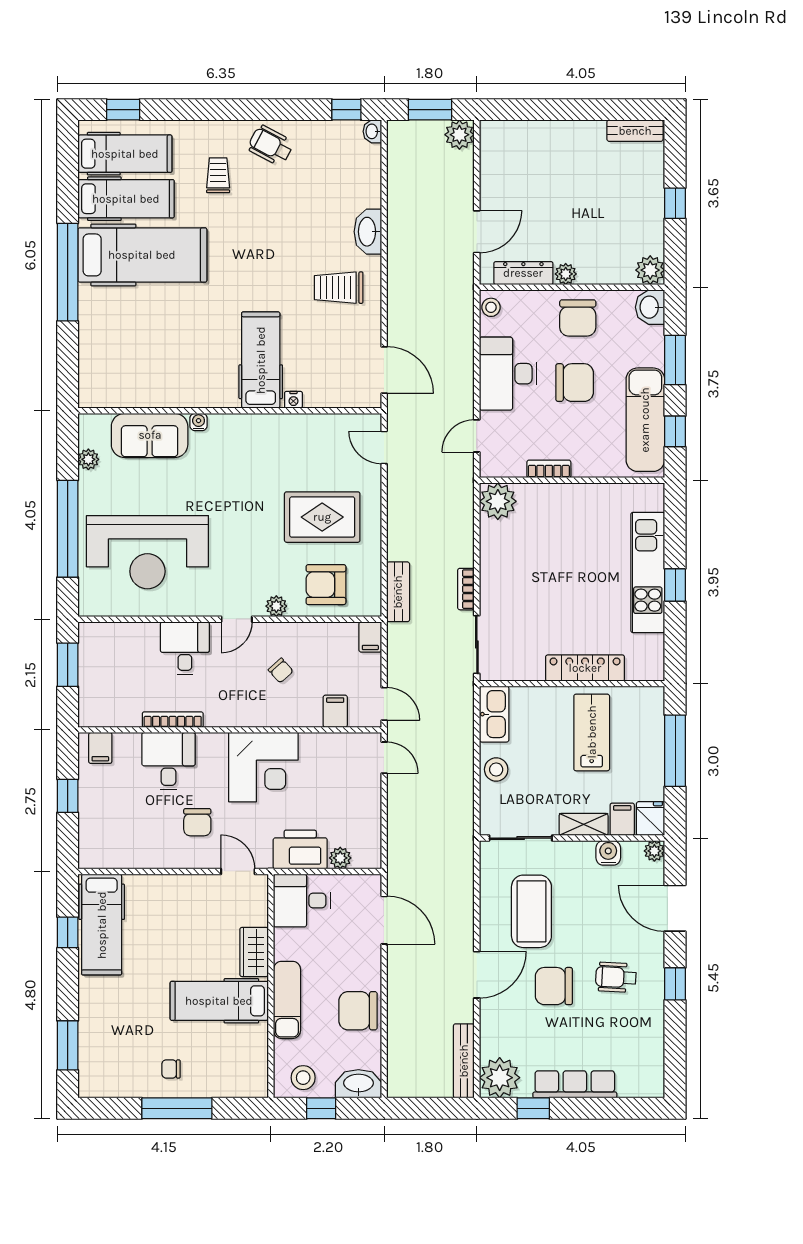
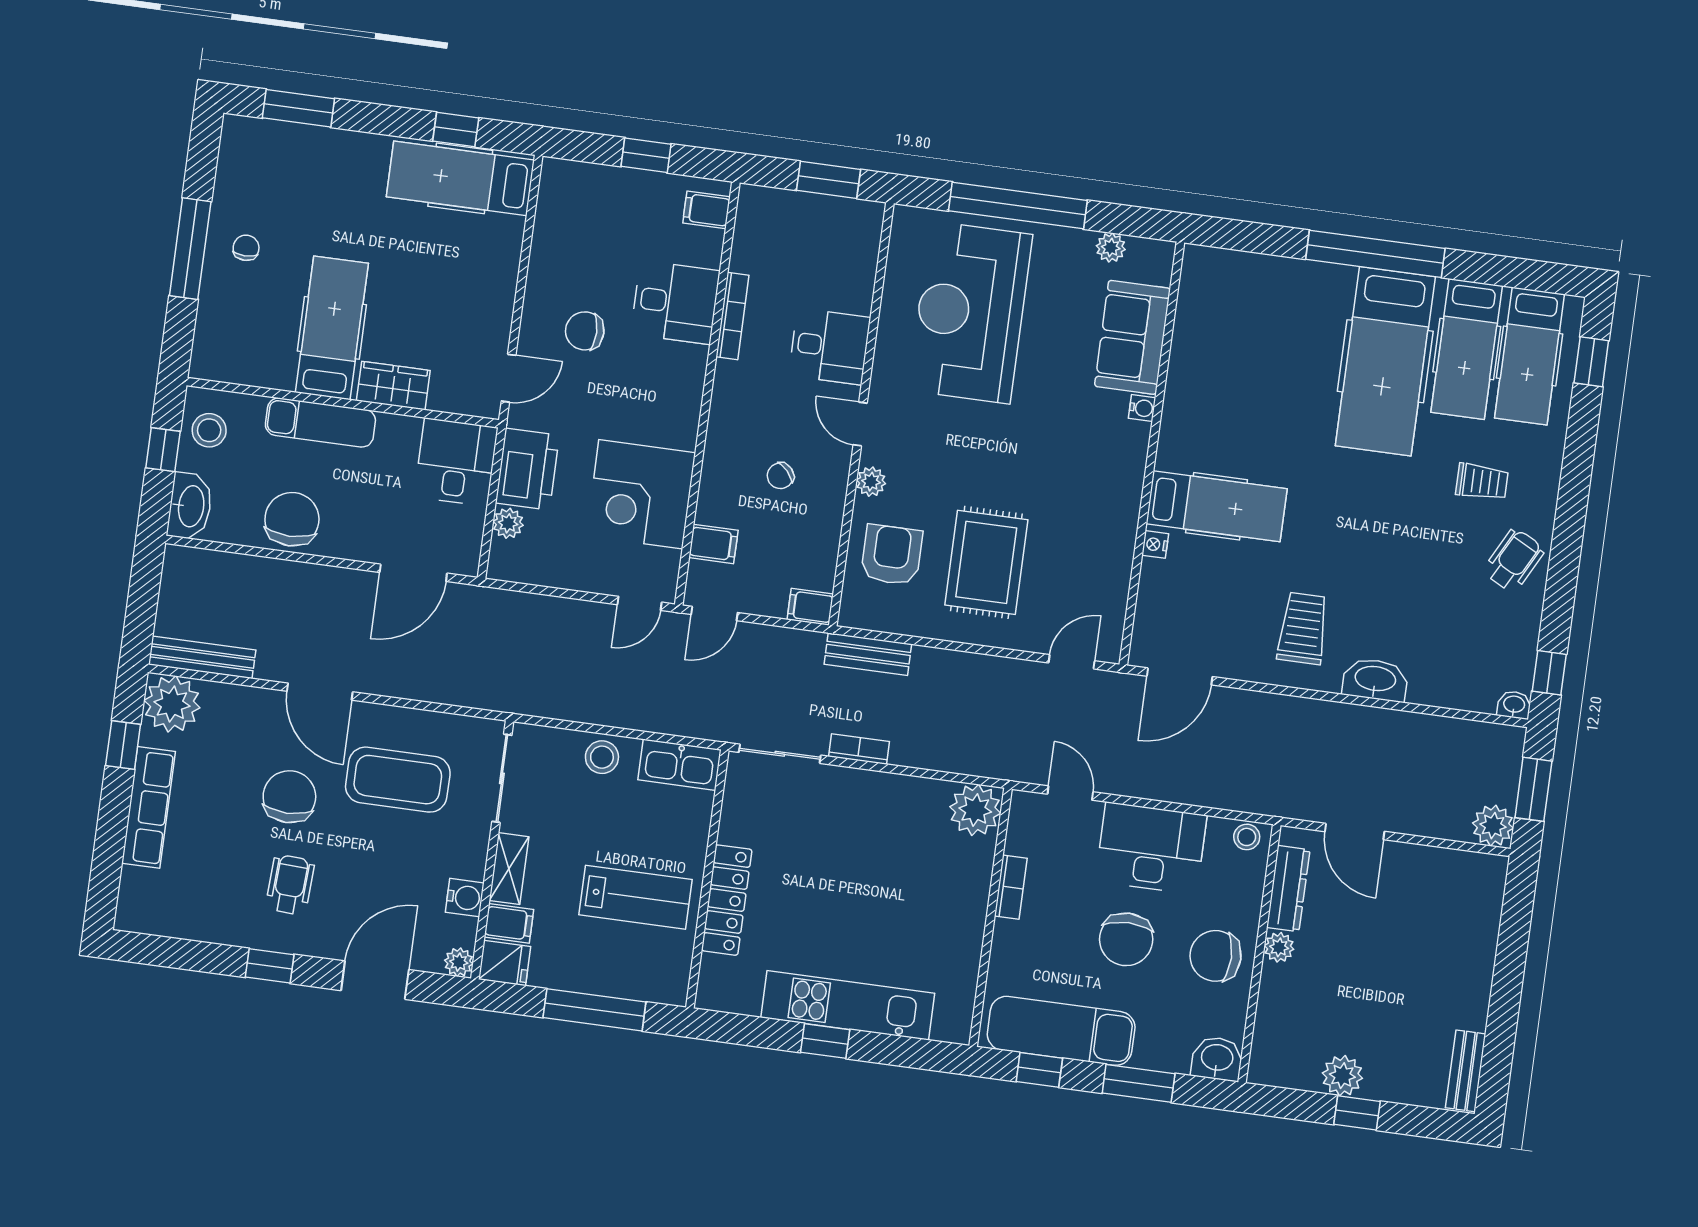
plant: (650, 270) -> (1342, 1076), moved
corner desk: (263, 767) -> (641, 494), moved

